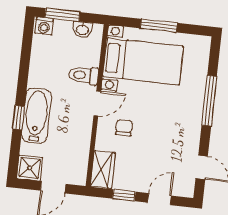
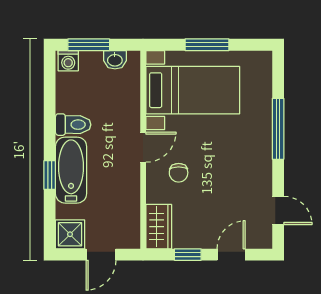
toilet: (84, 75) -> (73, 125), moved, turned 180
chair: (124, 128) -> (179, 173), turned 180

